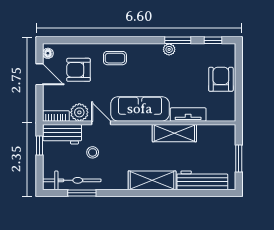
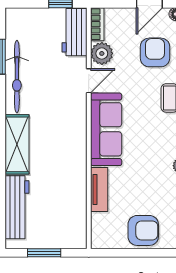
shelving: (174, 133) -> (76, 172), removed
stool: (93, 152) -> (52, 70), removed
bicycle: (72, 180) -> (17, 77), moved

